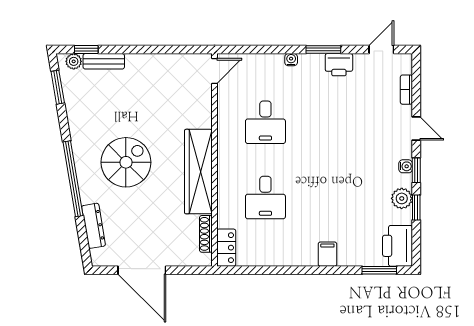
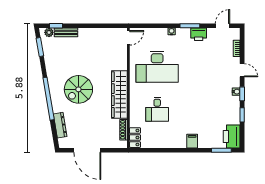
desk: (265, 122) -> (157, 67), width x1.87, depth x1.30
spiral stairs: (126, 162) -> (78, 89), turned 180
plant: (402, 198) -> (234, 110), removed

